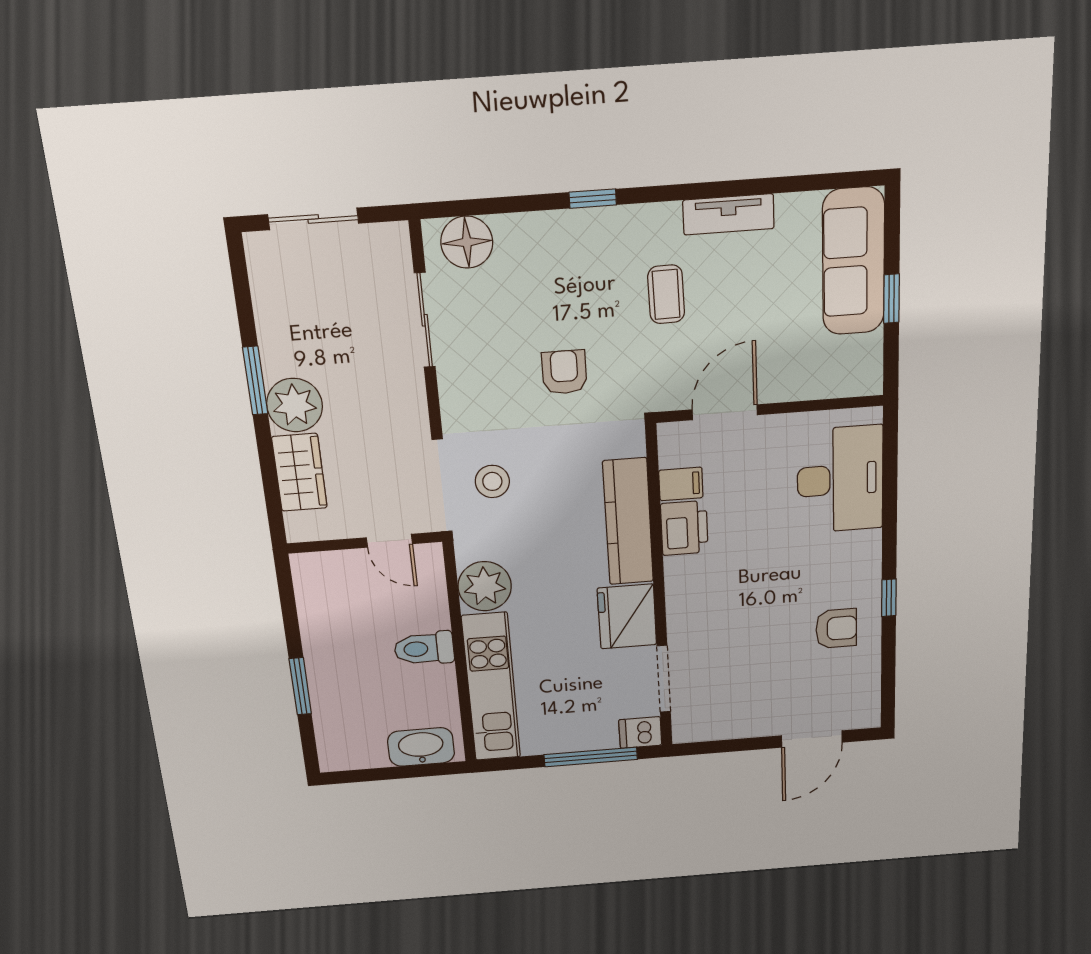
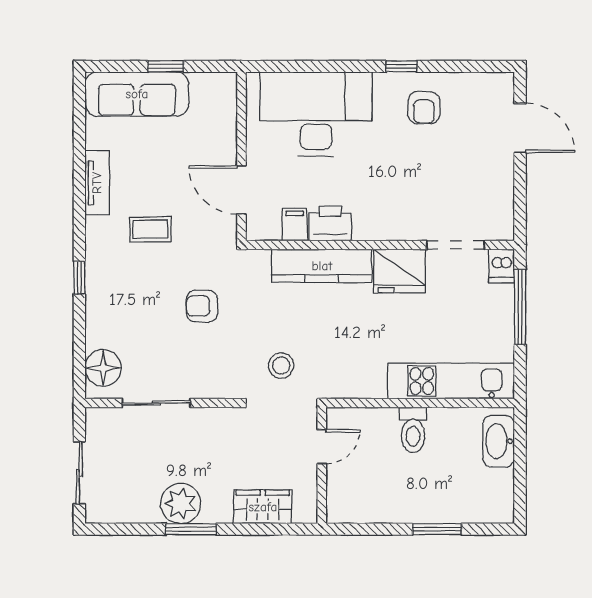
plant: (295, 405) -> (181, 504), moved
desk: (840, 480) -> (316, 114), width x1.36, depth x1.30
plant: (485, 586) -> (365, 379), removed
armchair: (836, 628) -> (424, 108), turned 180

